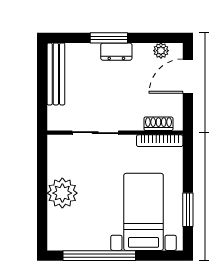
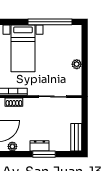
bench: (56, 74) -> (76, 137), width x0.73
plant: (62, 193) -> (77, 64), width x0.53, depth x0.53

